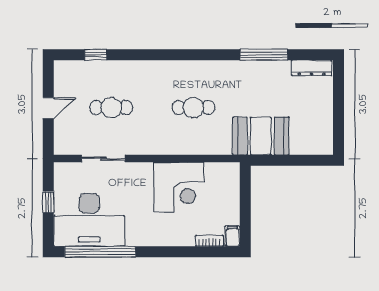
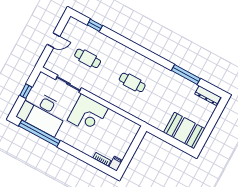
booth: (261, 136) -> (184, 131), moved
corner desk: (179, 187) -> (88, 114), moved

